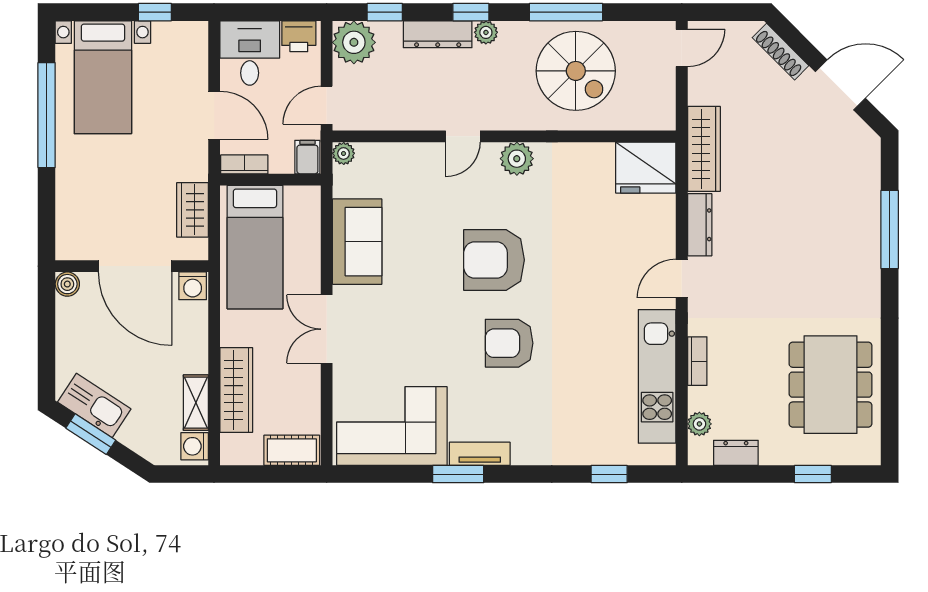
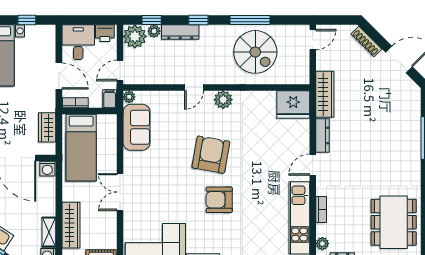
plant: (486, 32) -> (154, 31), moved
sofa: (357, 242) -> (137, 127), moved
armchair: (494, 260) -> (211, 155), turned 100

